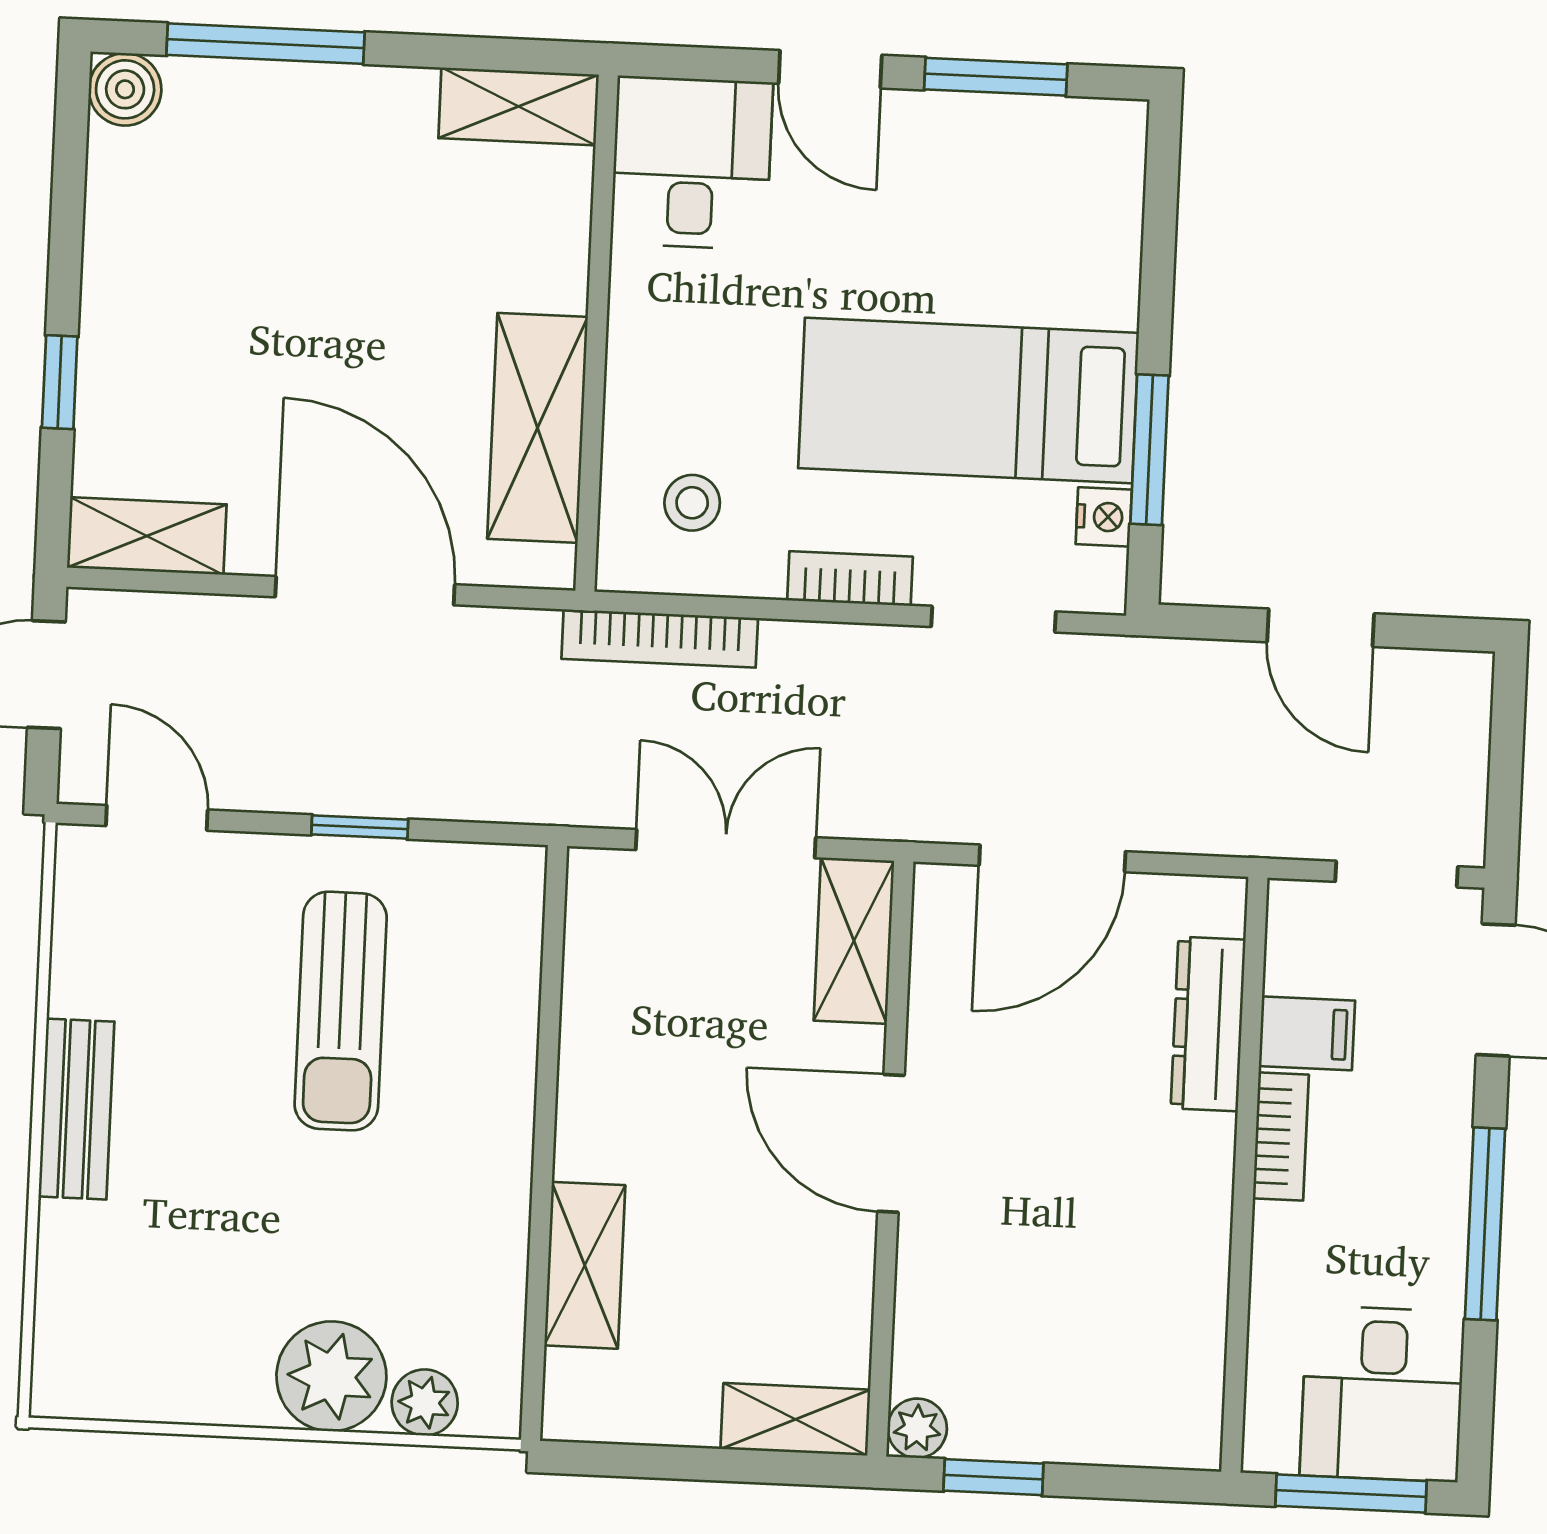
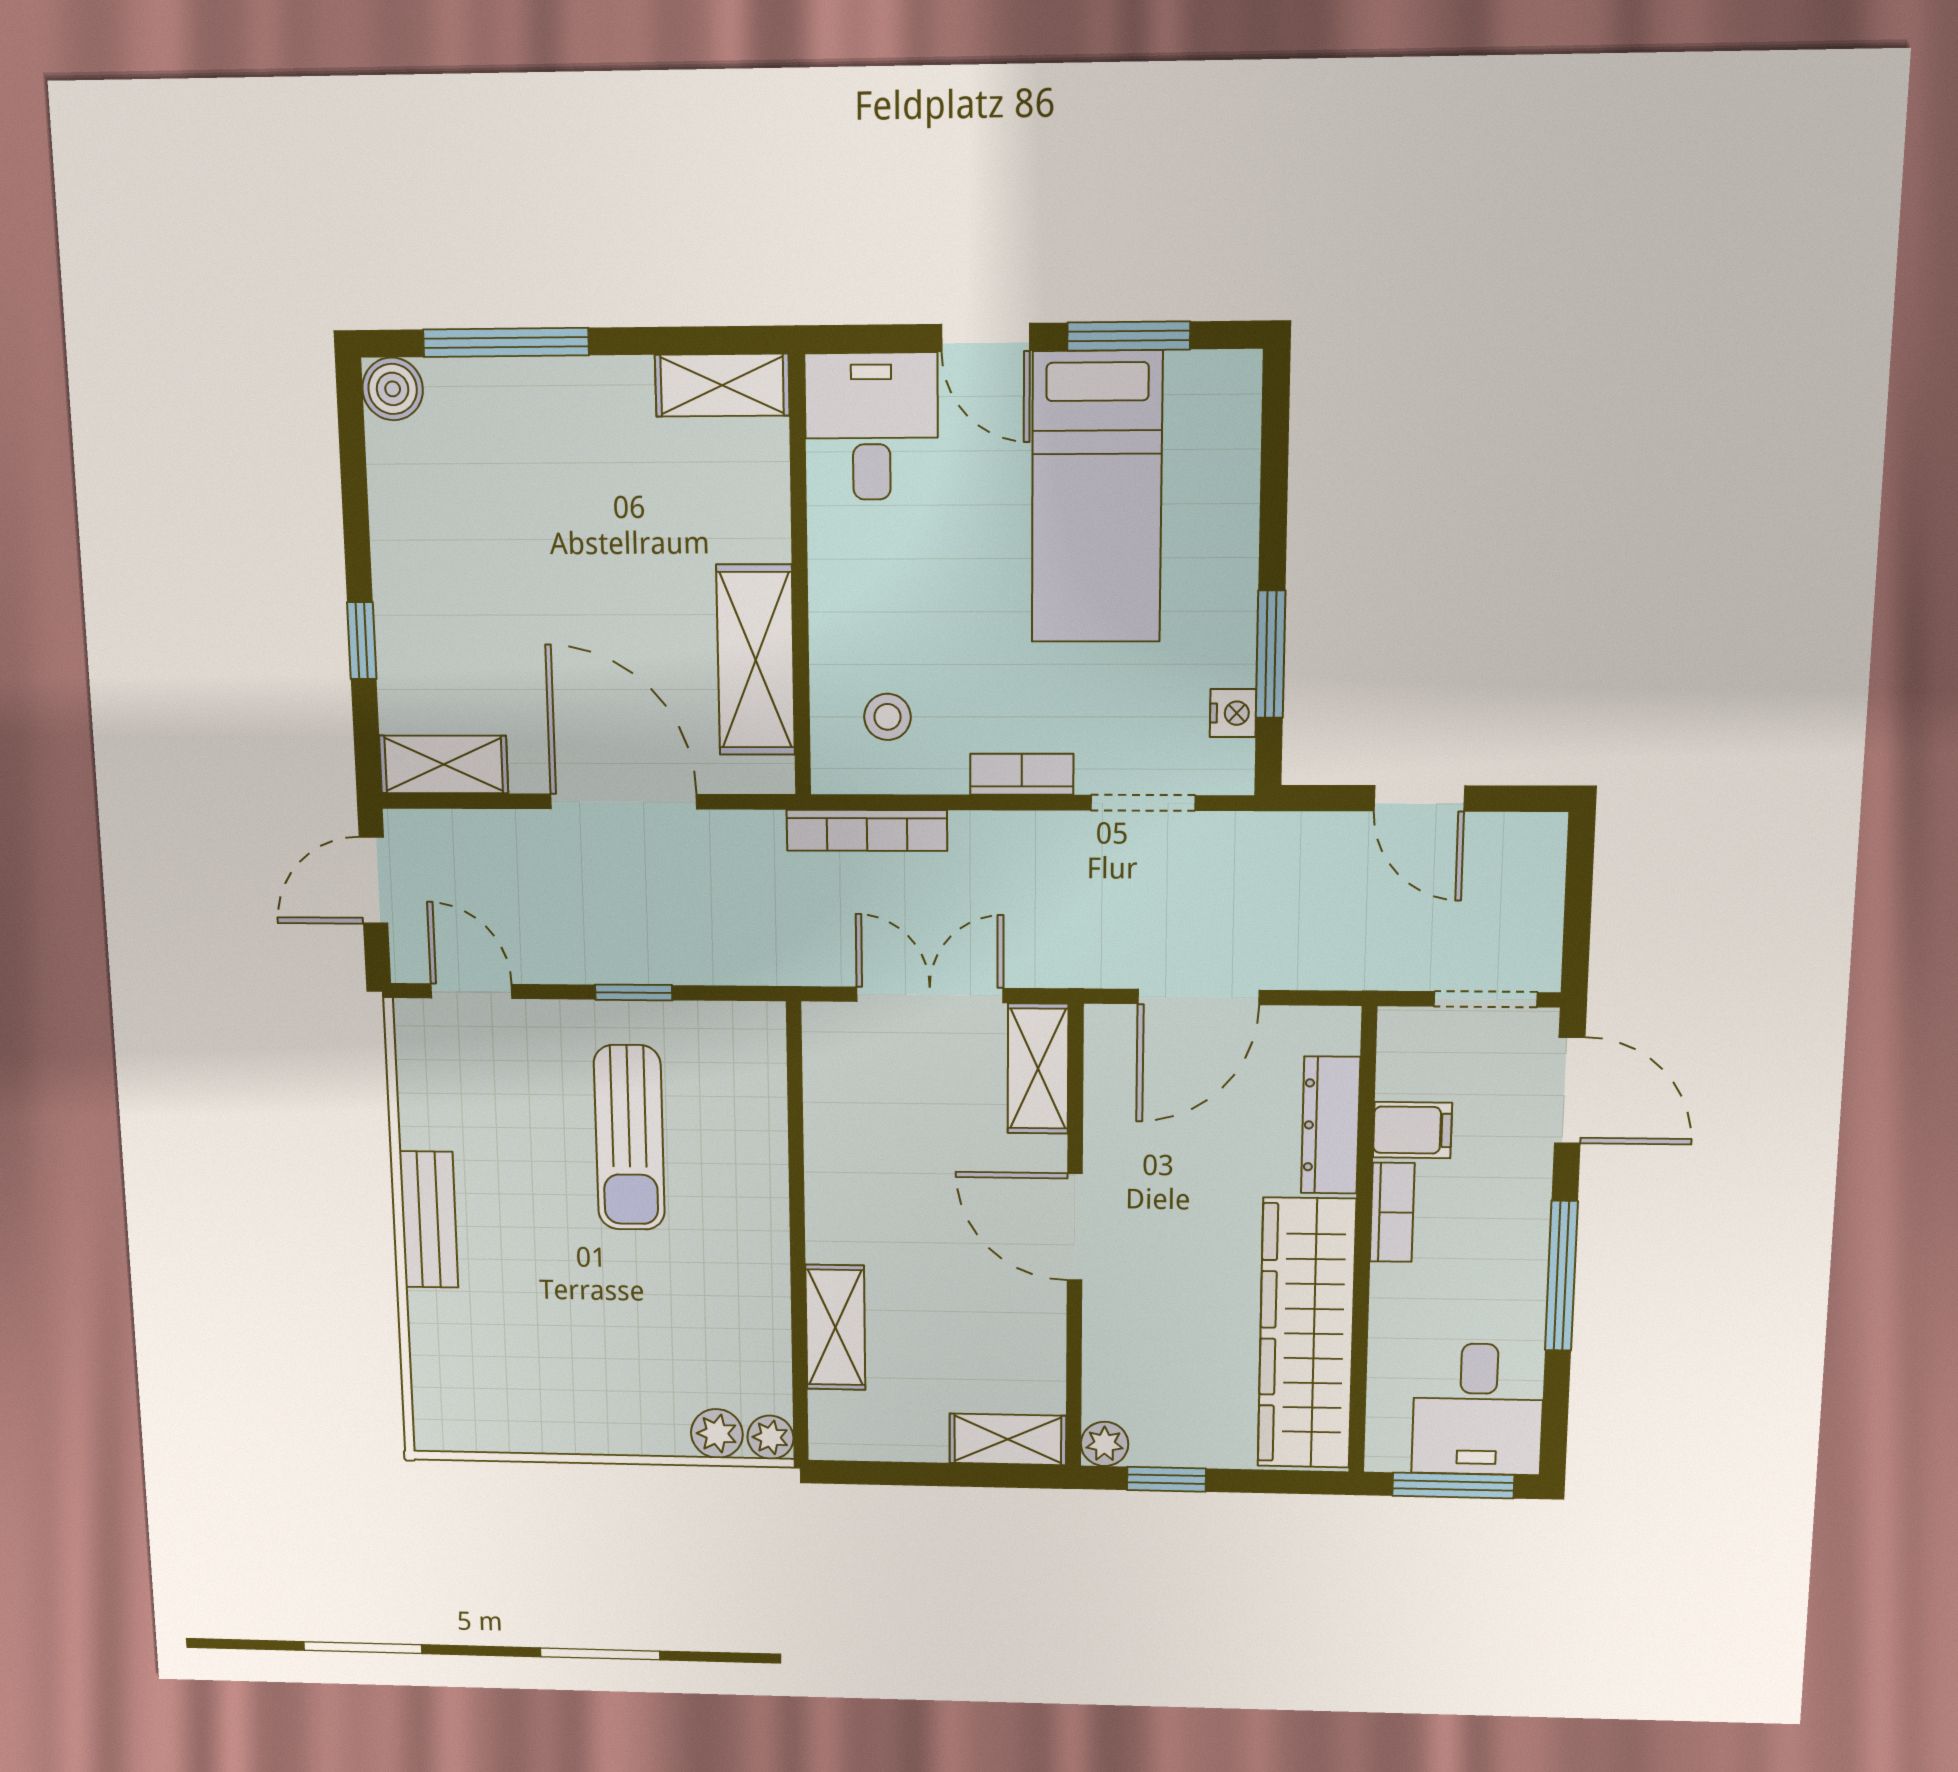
bed: (969, 401) -> (1097, 498), moved, turned -90
wardrobe: (1173, 1290) -> (1306, 1334), added
plant: (331, 1376) -> (770, 1437), moved, width x0.53, depth x0.53

